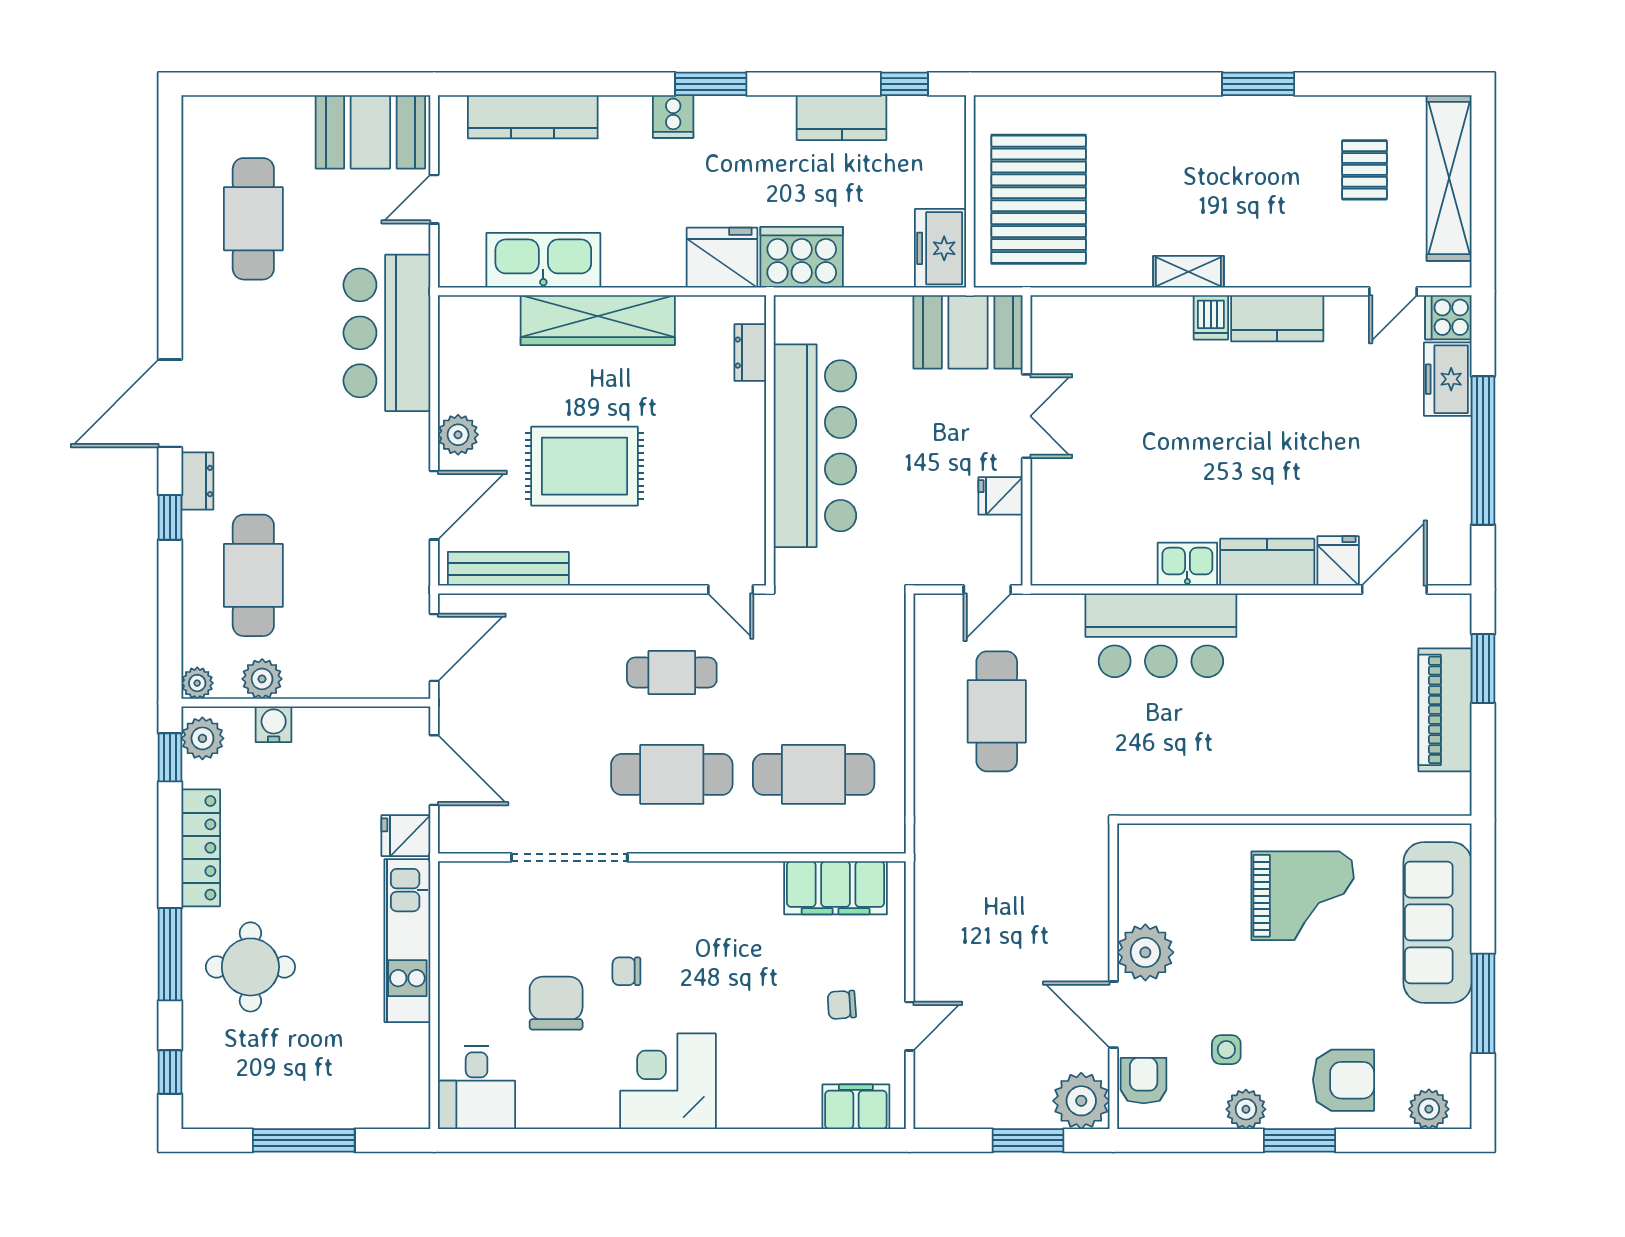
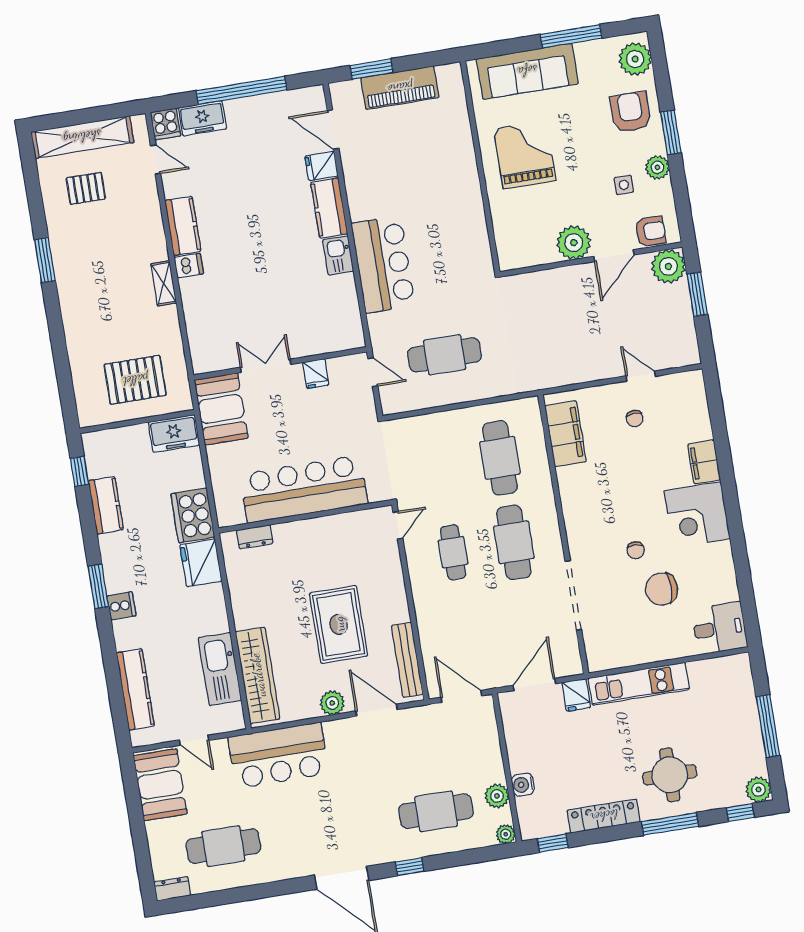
pallet: (1039, 199) -> (135, 380), width x0.73, depth x0.71
wardrobe: (598, 320) -> (258, 675), moved
dresser: (197, 481) -> (172, 889), moved
plant: (202, 738) -> (758, 790), moved
armchair: (1144, 1081) -> (650, 231), turned 180
filing cabinet: (856, 1107) -> (704, 462), moved
plant: (1429, 1109) -> (635, 59), width x1.36, depth x1.36

